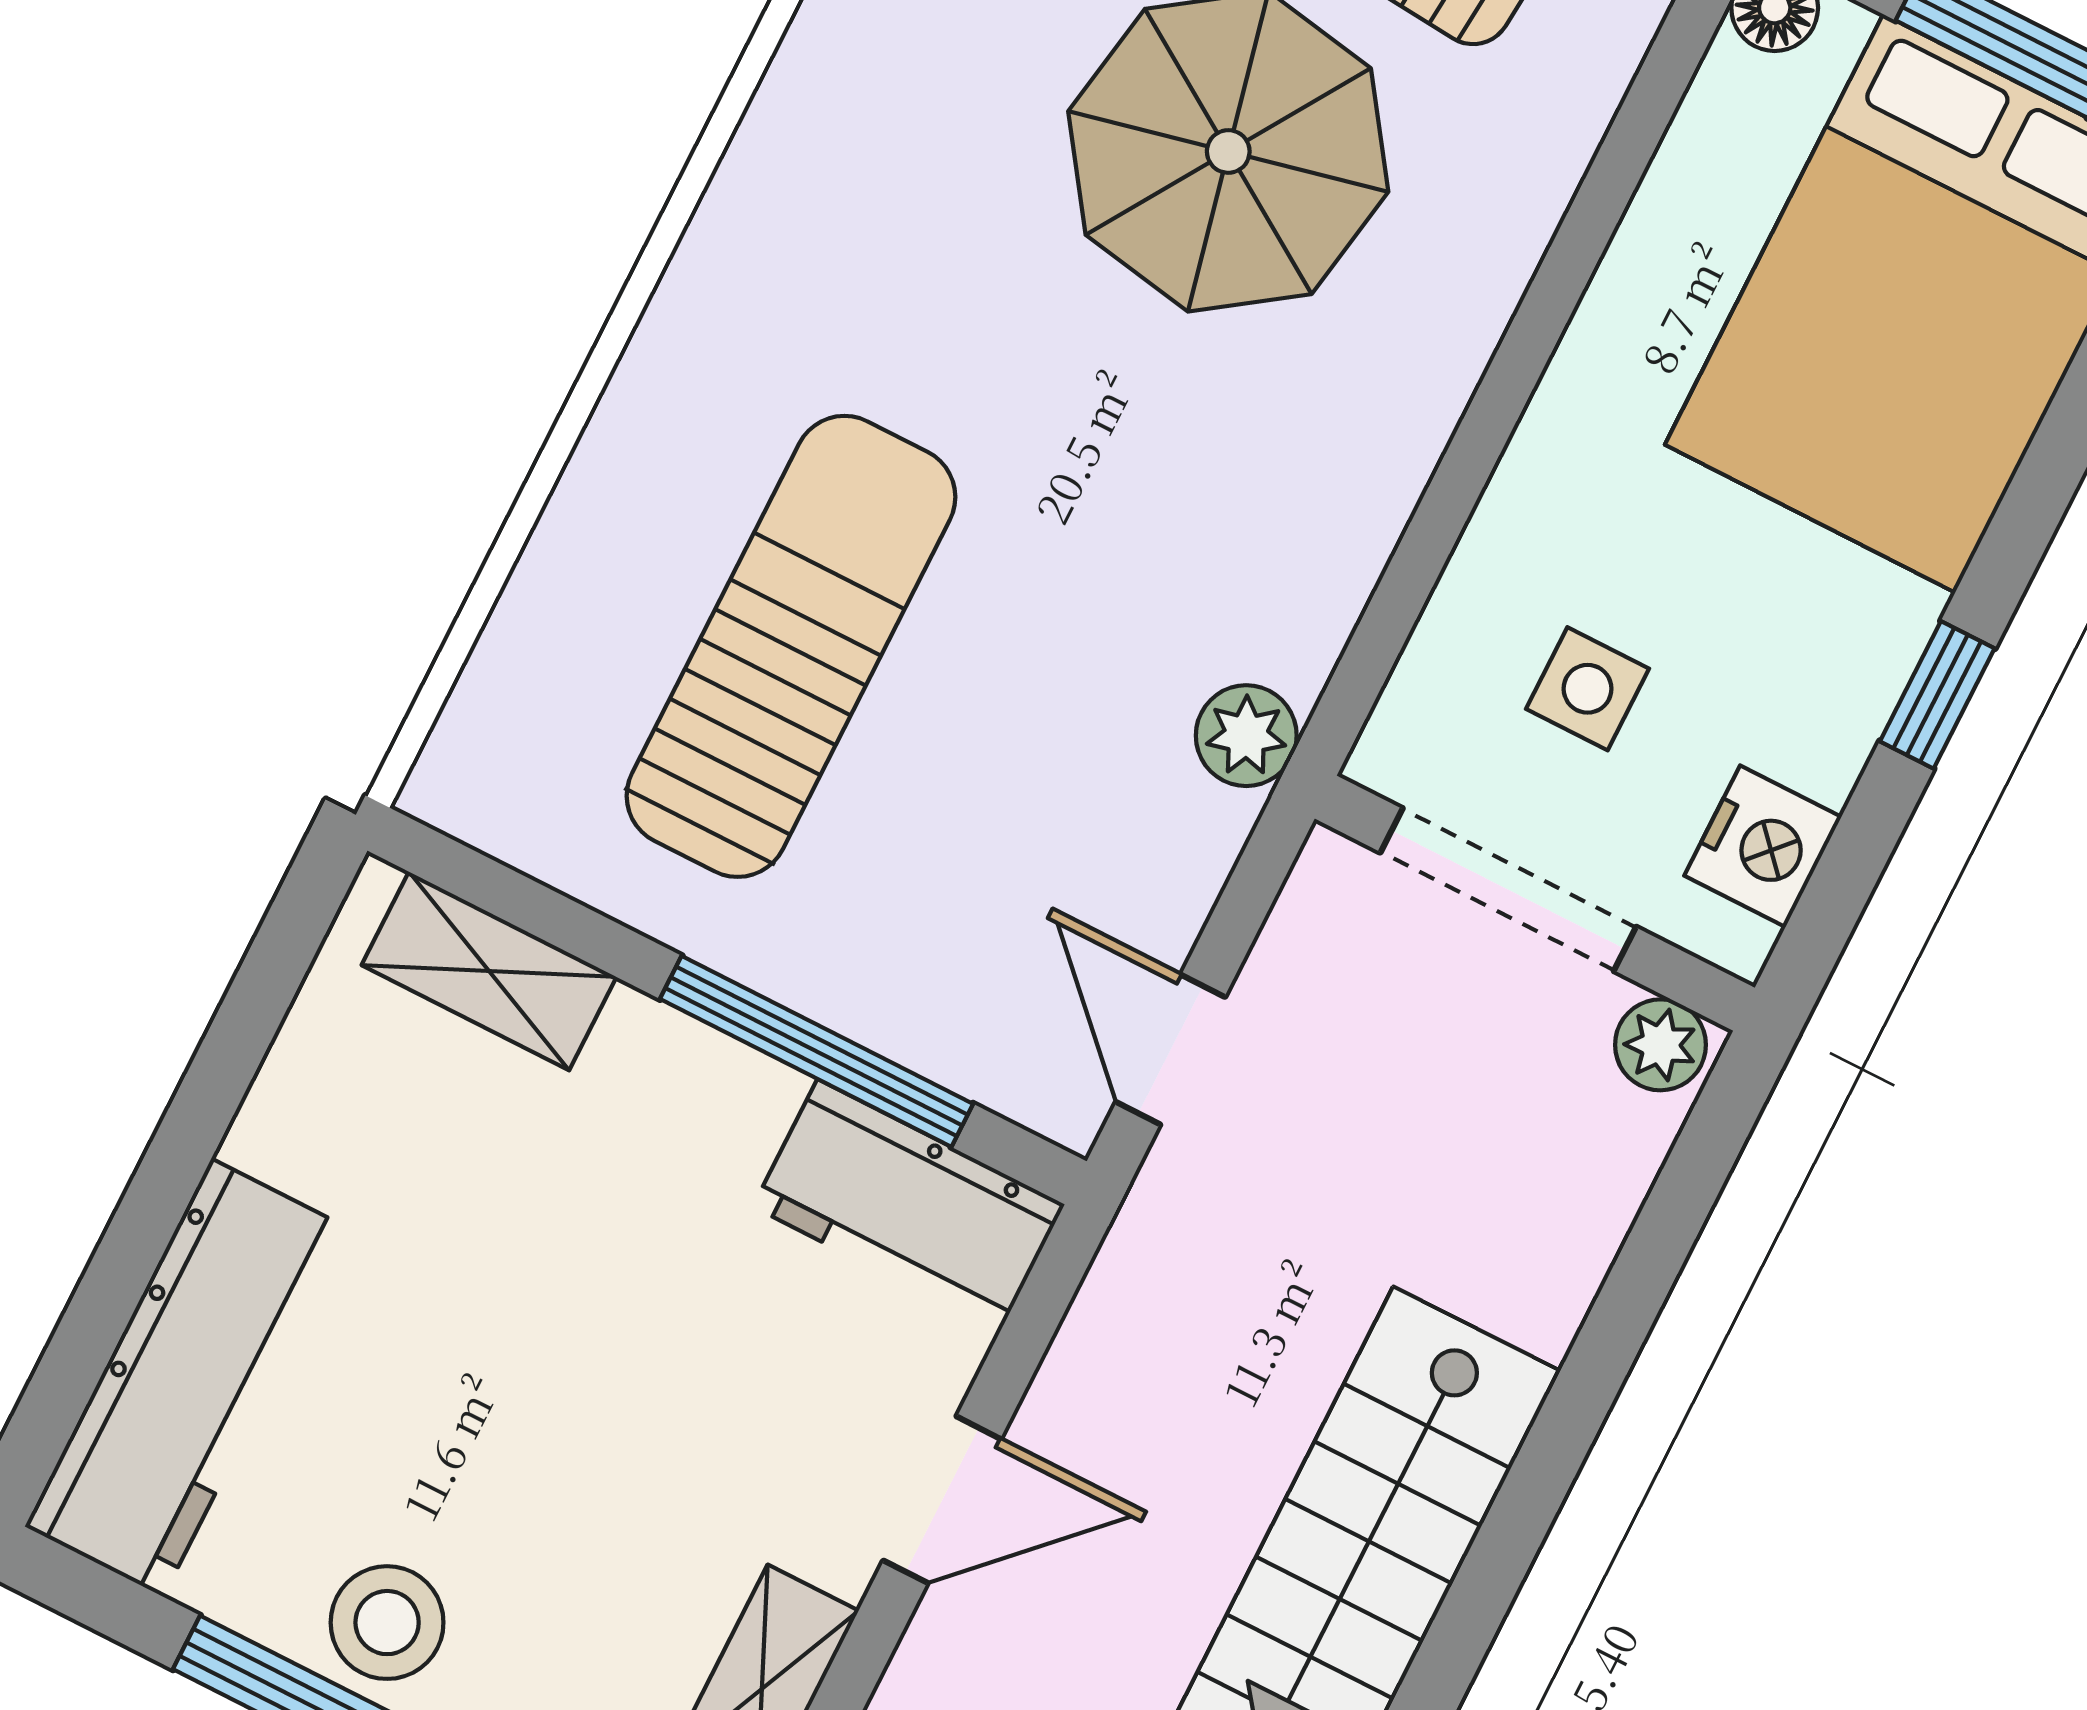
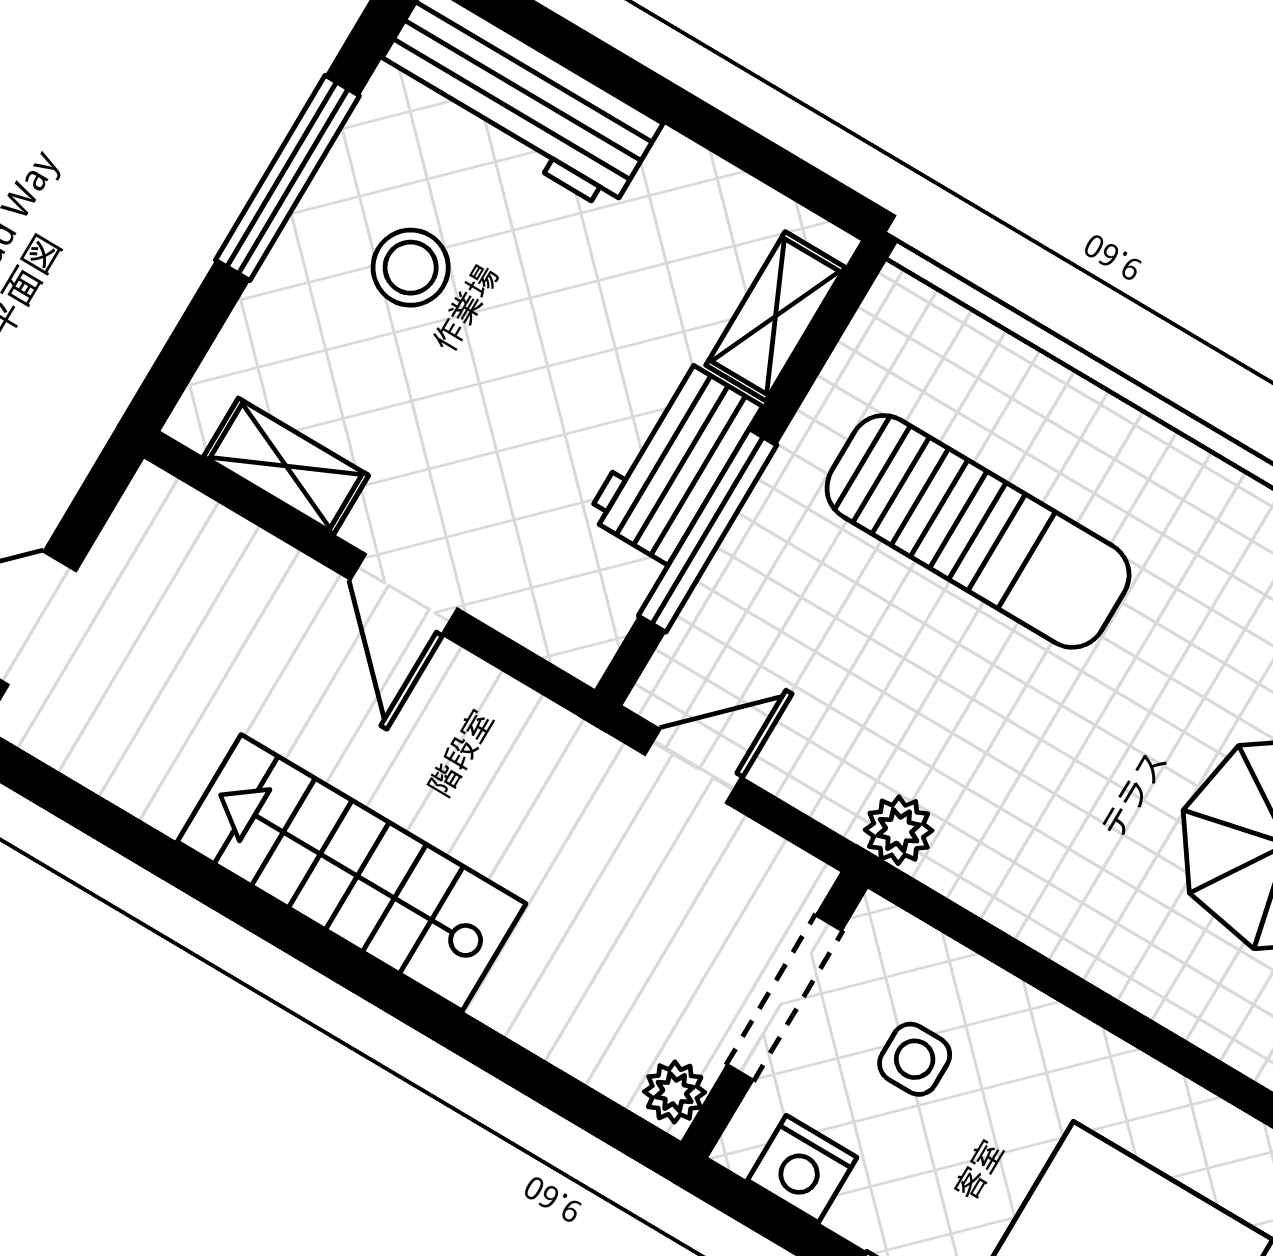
workbench: (909, 1206) -> (674, 461), moved
stool: (387, 1623) -> (411, 268), moved

